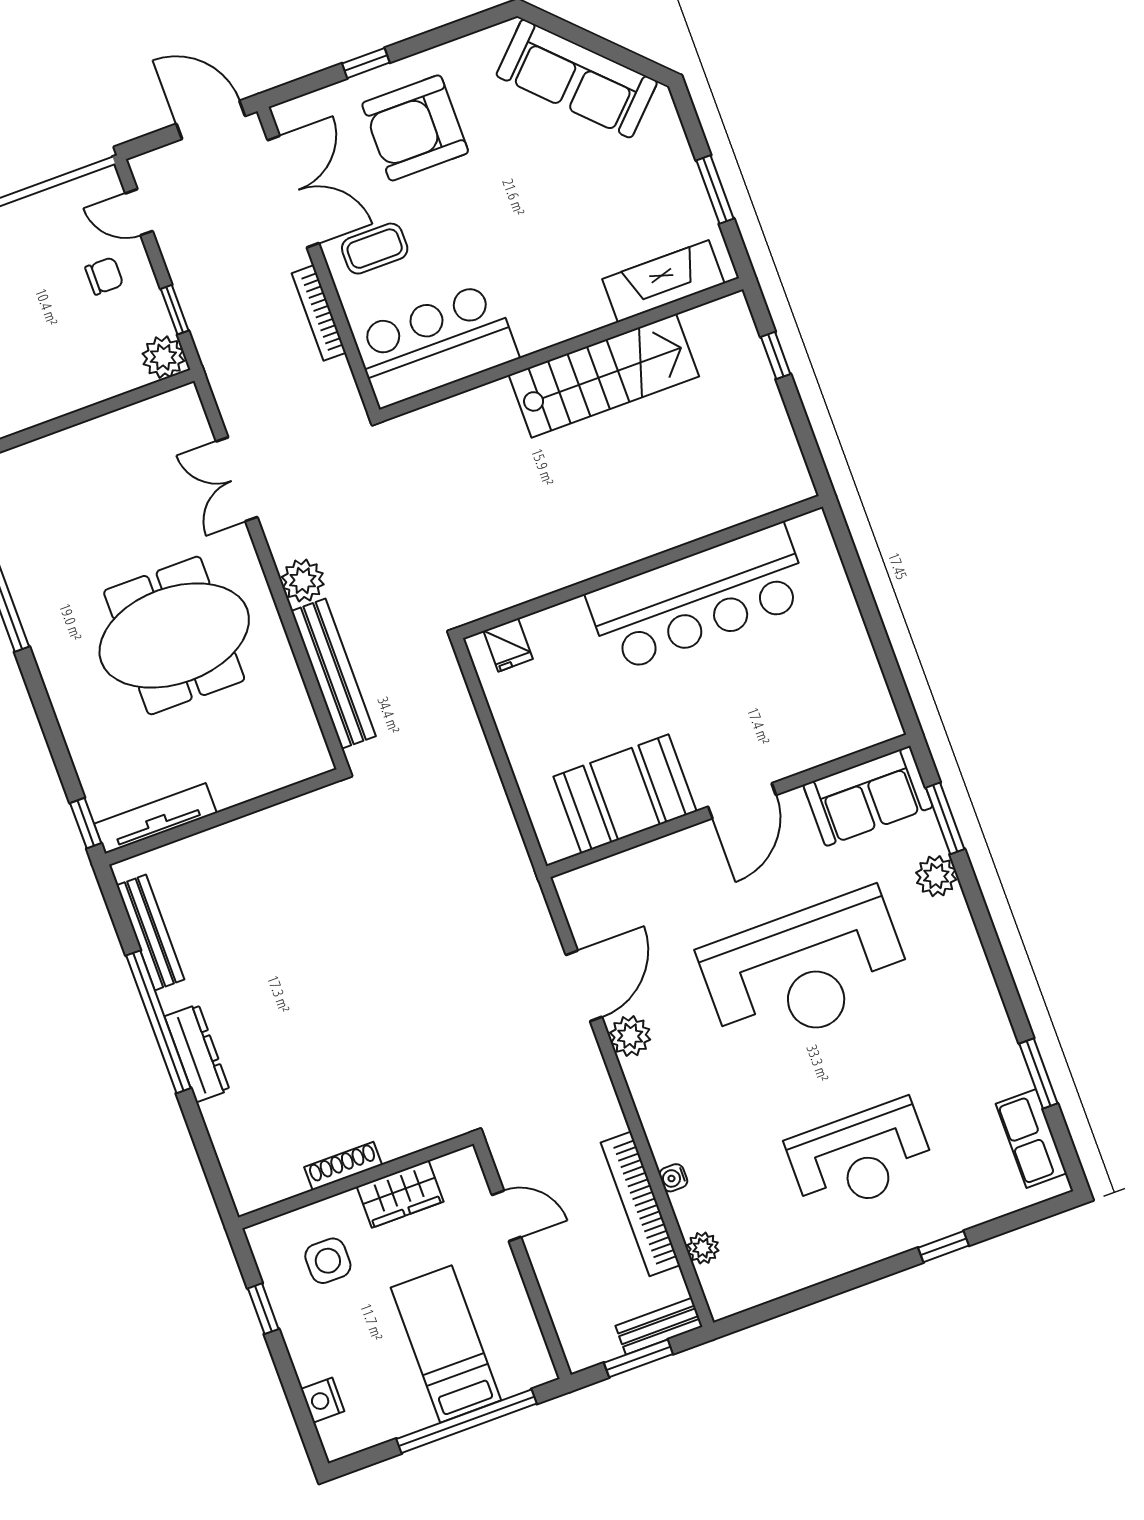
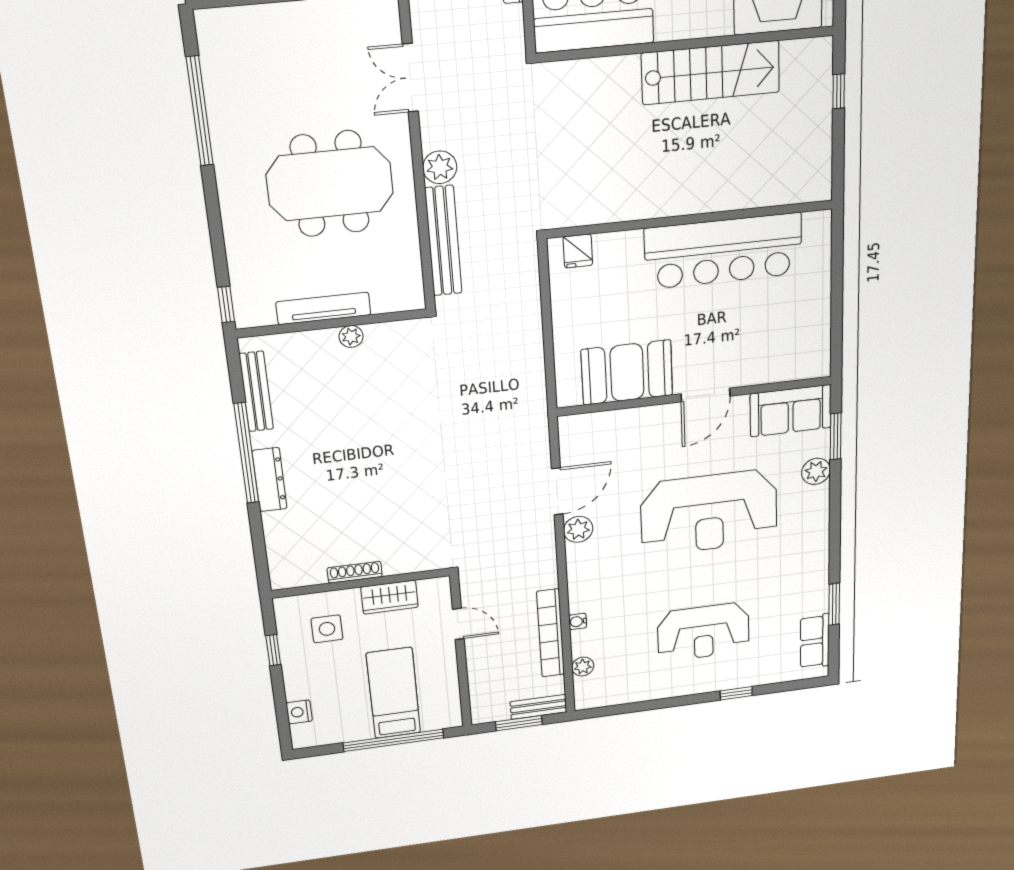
tv unit: (155, 818) -> (323, 308), moved
plant: (251, 829) -> (351, 336), added

